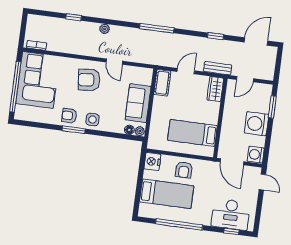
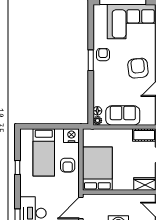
side table: (93, 120) -> (102, 76), removed
bed: (192, 133) -> (97, 169), width x1.50
armchair: (184, 170) -> (68, 165), turned -90
window: (179, 224) -> (18, 168), width x0.32

